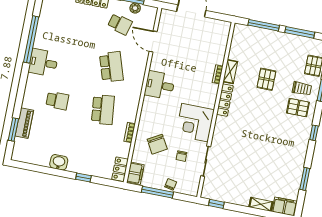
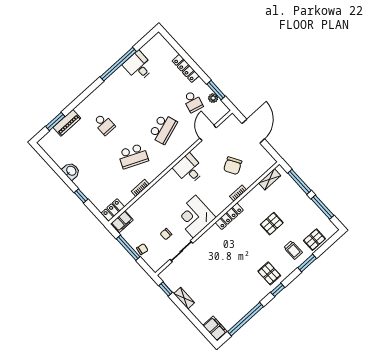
desk: (43, 63) -> (138, 66), moved
shelving: (230, 72) -> (270, 179), moved
pallet: (298, 108) -> (269, 273), moved
school desk: (103, 110) -> (133, 156), turned 30
chair: (157, 144) -> (233, 166), moved
window: (305, 179) -> (245, 319), width x2.11
shelving: (261, 204) -> (184, 298), moved

